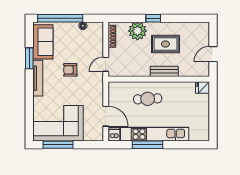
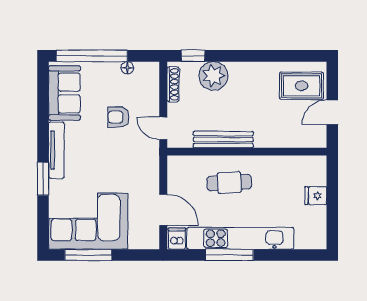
window: (153, 18) -> (193, 56), moved
rug: (165, 44) -> (301, 86), moved
window: (29, 58) -> (43, 179), moved
door: (106, 64) -> (163, 128), hinge flipped
armchair: (70, 70) -> (118, 117), moved
bench: (164, 71) -> (223, 140), moved, width x1.36
fridge: (203, 87) -> (316, 196), moved

